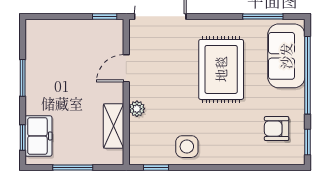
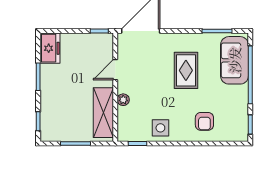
rug: (221, 69) -> (186, 70), width x0.73, depth x0.70
shelving: (114, 126) -> (103, 113), width x1.50, depth x1.33
armchair: (277, 129) -> (204, 121), moved, turned -90
freezer: (38, 136) -> (50, 48), moved

